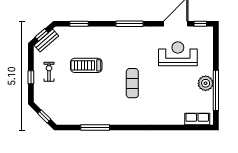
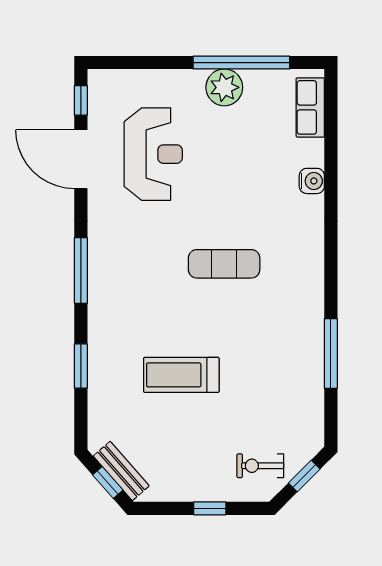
window: (79, 24) -> (81, 366), moved
reception desk: (178, 54) -> (153, 154), turned 180
treadmill: (86, 65) -> (181, 375), turned 90
exercise bike: (49, 72) -> (260, 466), moved
water cooler: (167, 120) -> (312, 181), added

